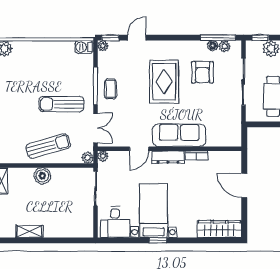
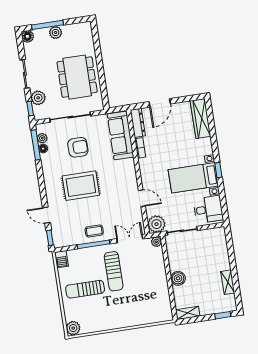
plant: (103, 46) -> (58, 243), removed
armchair: (202, 72) -> (78, 147), moved
sofa: (179, 135) -> (120, 135), moved
sun lounger: (48, 146) -> (85, 289), moved, turned -74
plant: (103, 156) -> (156, 224), width x1.88, depth x1.88
dresser: (168, 157) -> (138, 123), moved

